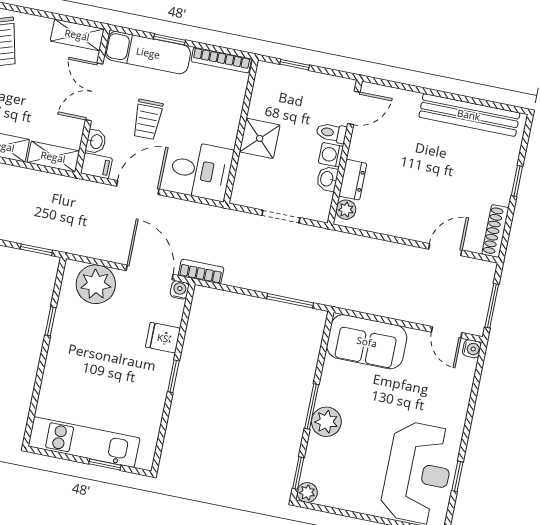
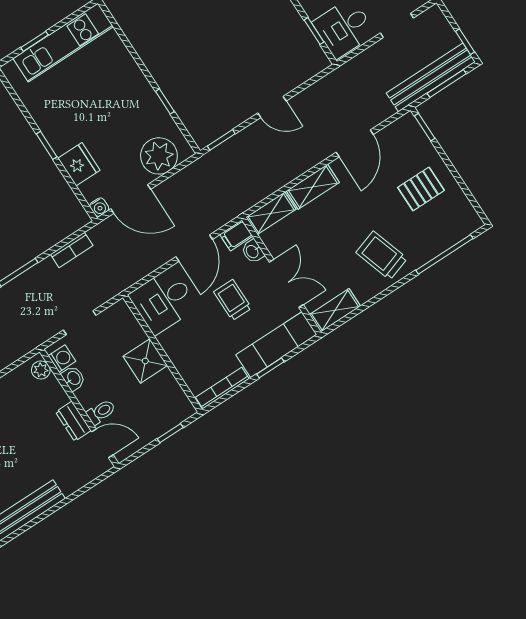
door: (354, 108) -> (102, 443), swing flipped
washing machine: (331, 155) -> (62, 358), moved
dresser: (353, 180) -> (73, 421), moved
bookcase: (201, 272) -> (72, 250), moved
fridge: (163, 338) -> (79, 164), width x1.38

